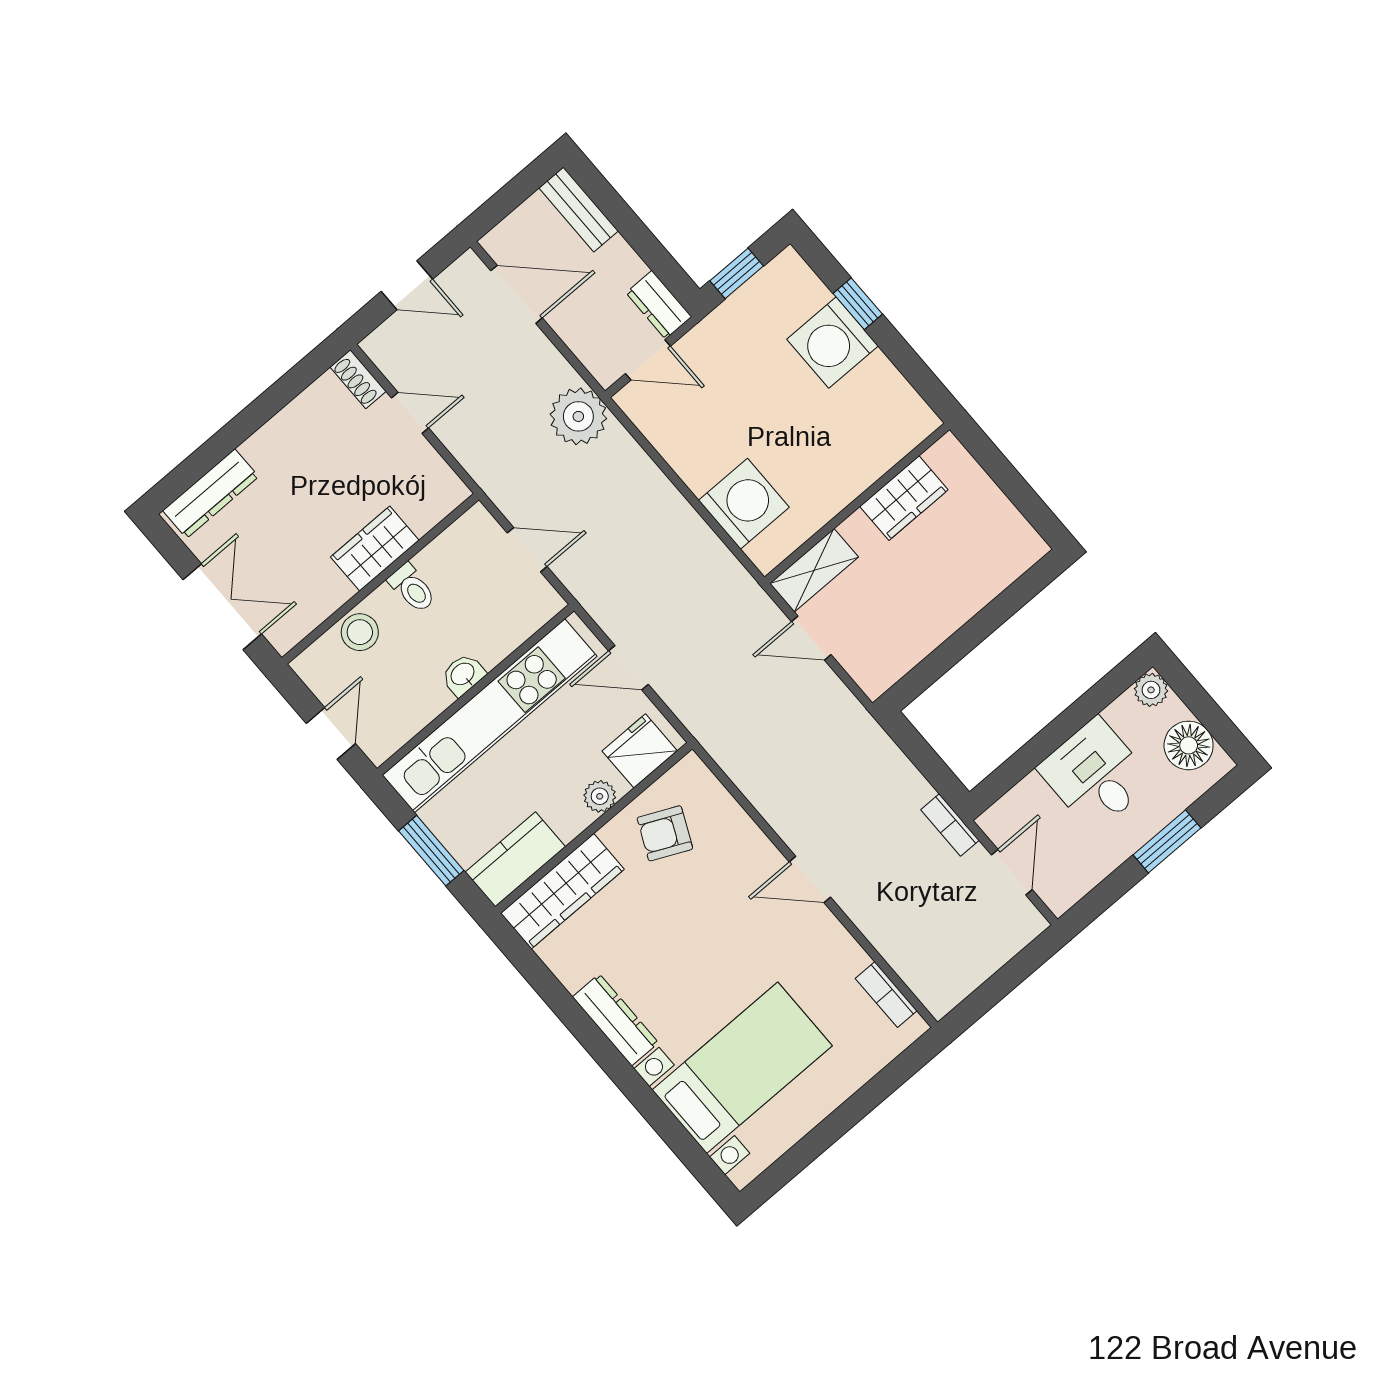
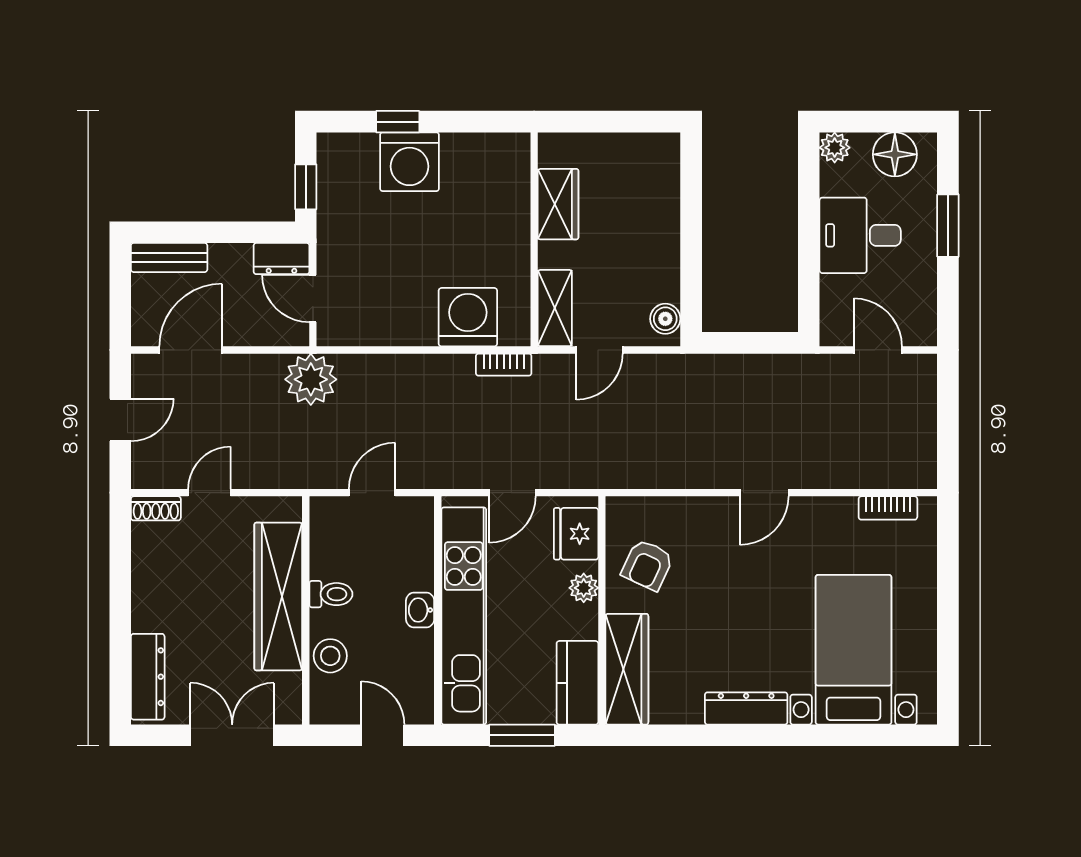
door: (648, 360) -> (313, 298), swing flipped
wardrobe: (375, 549) -> (278, 597), width x2.10, depth x1.17
boiler: (885, 671) -> (665, 319), added
bookcase: (950, 825) -> (504, 365), moved

